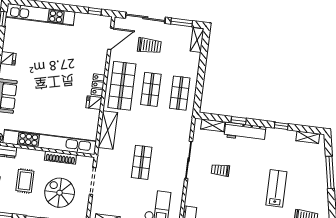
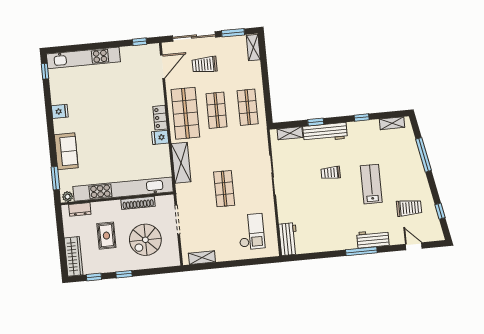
trolley: (149, 46) -> (205, 65), turned 180
trolley: (220, 170) -> (331, 173), moved
spiral stairs: (60, 193) -> (145, 240), turned -90

